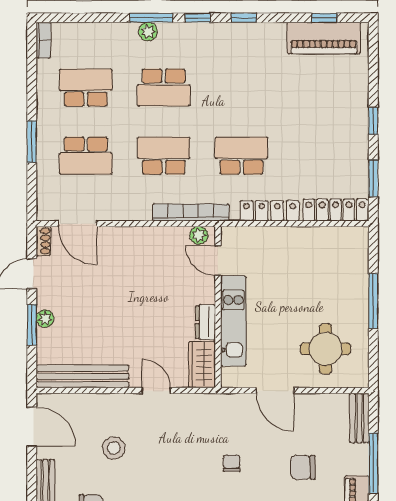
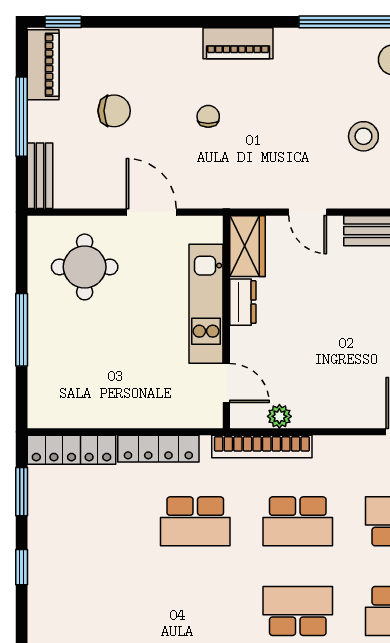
plant: (199, 235) -> (279, 416), moved
chair: (232, 463) -> (208, 116), turned 180

